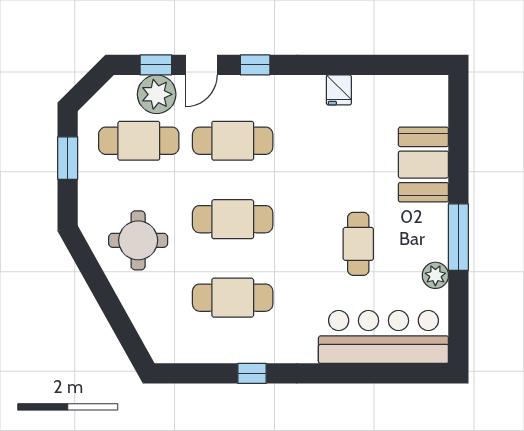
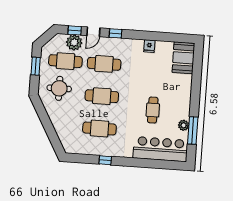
booth: (423, 165) -> (183, 58), moved
window: (458, 237) -> (193, 130), moved
round table: (138, 240) -> (59, 88), moved

